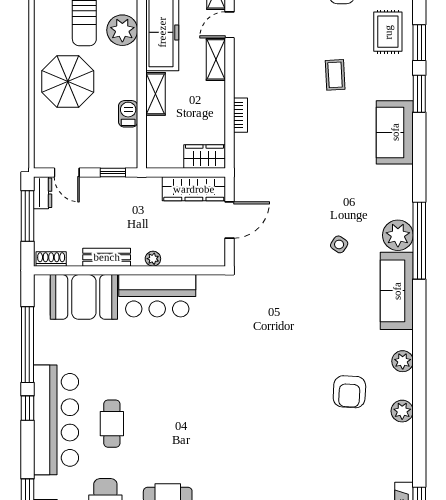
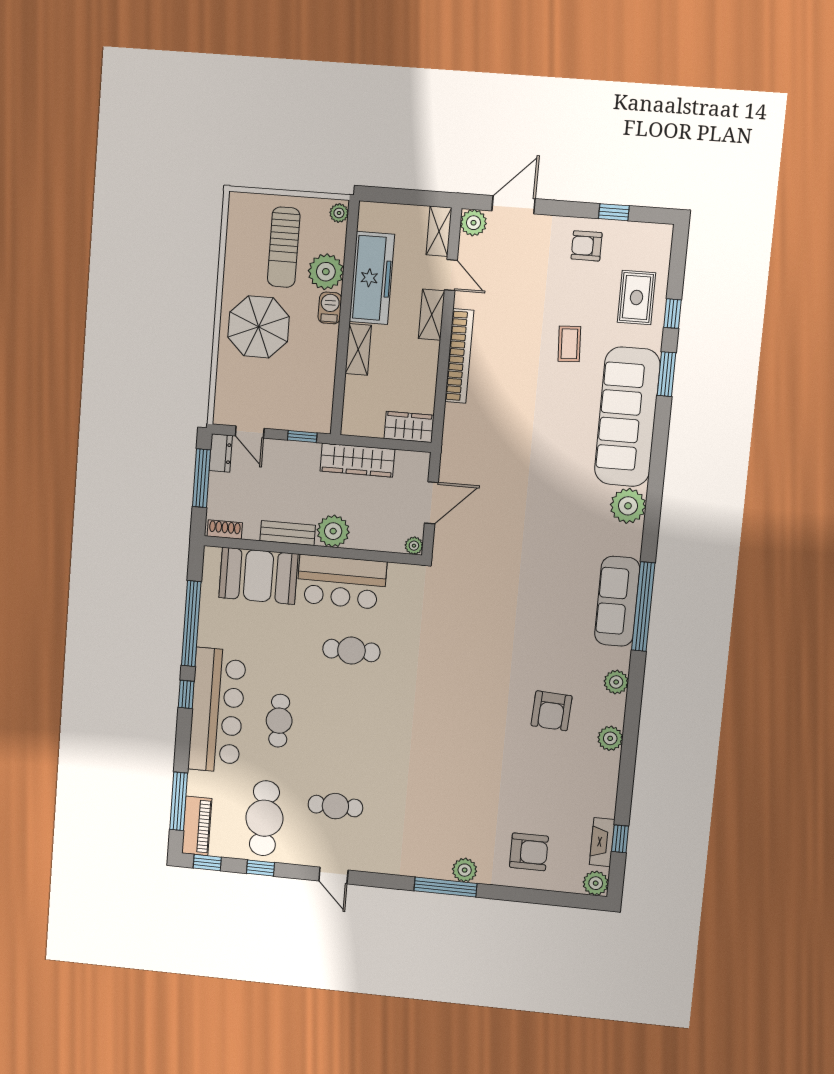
door: (229, 25) -> (451, 275), swing flipped
window: (419, 43) -> (672, 314), width x0.67
barbecue: (128, 114) -> (330, 308), moved
bookcase: (240, 115) -> (459, 356), width x2.31, depth x1.31
sofa: (395, 132) -> (627, 417), width x1.85, depth x1.27
wardrobe: (194, 189) -> (357, 460), moved
plant: (398, 235) -> (628, 506), moved
window: (419, 241) -> (643, 607), moved
side table: (339, 244) -> (555, 542), removed
plant: (218, 258) -> (414, 546), added
plant: (153, 259) -> (333, 531), width x1.87, depth x1.87
cafe table: (171, 355) -> (351, 651), added

